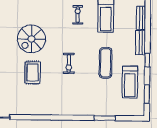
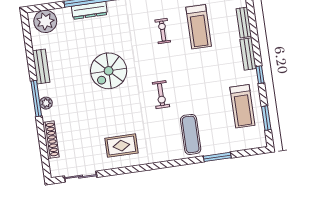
exercise mat: (106, 63) -> (191, 134), moved
rug: (33, 72) -> (121, 146), moved, turned 90

